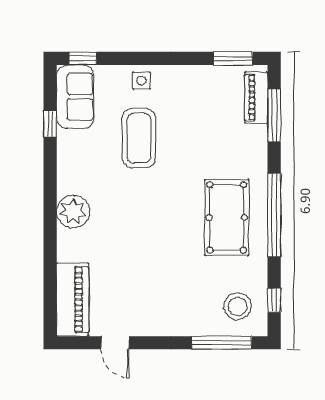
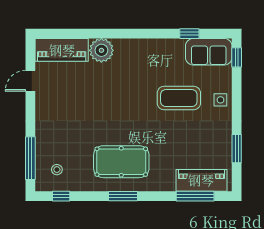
window: (233, 58) -> (237, 149), moved
piano: (256, 98) -> (201, 180), width x1.37, depth x1.33
plant: (73, 212) -> (101, 50), moved
window: (274, 215) -> (123, 196), width x0.47
stool: (238, 306) -> (57, 170), width x0.53, depth x0.53

